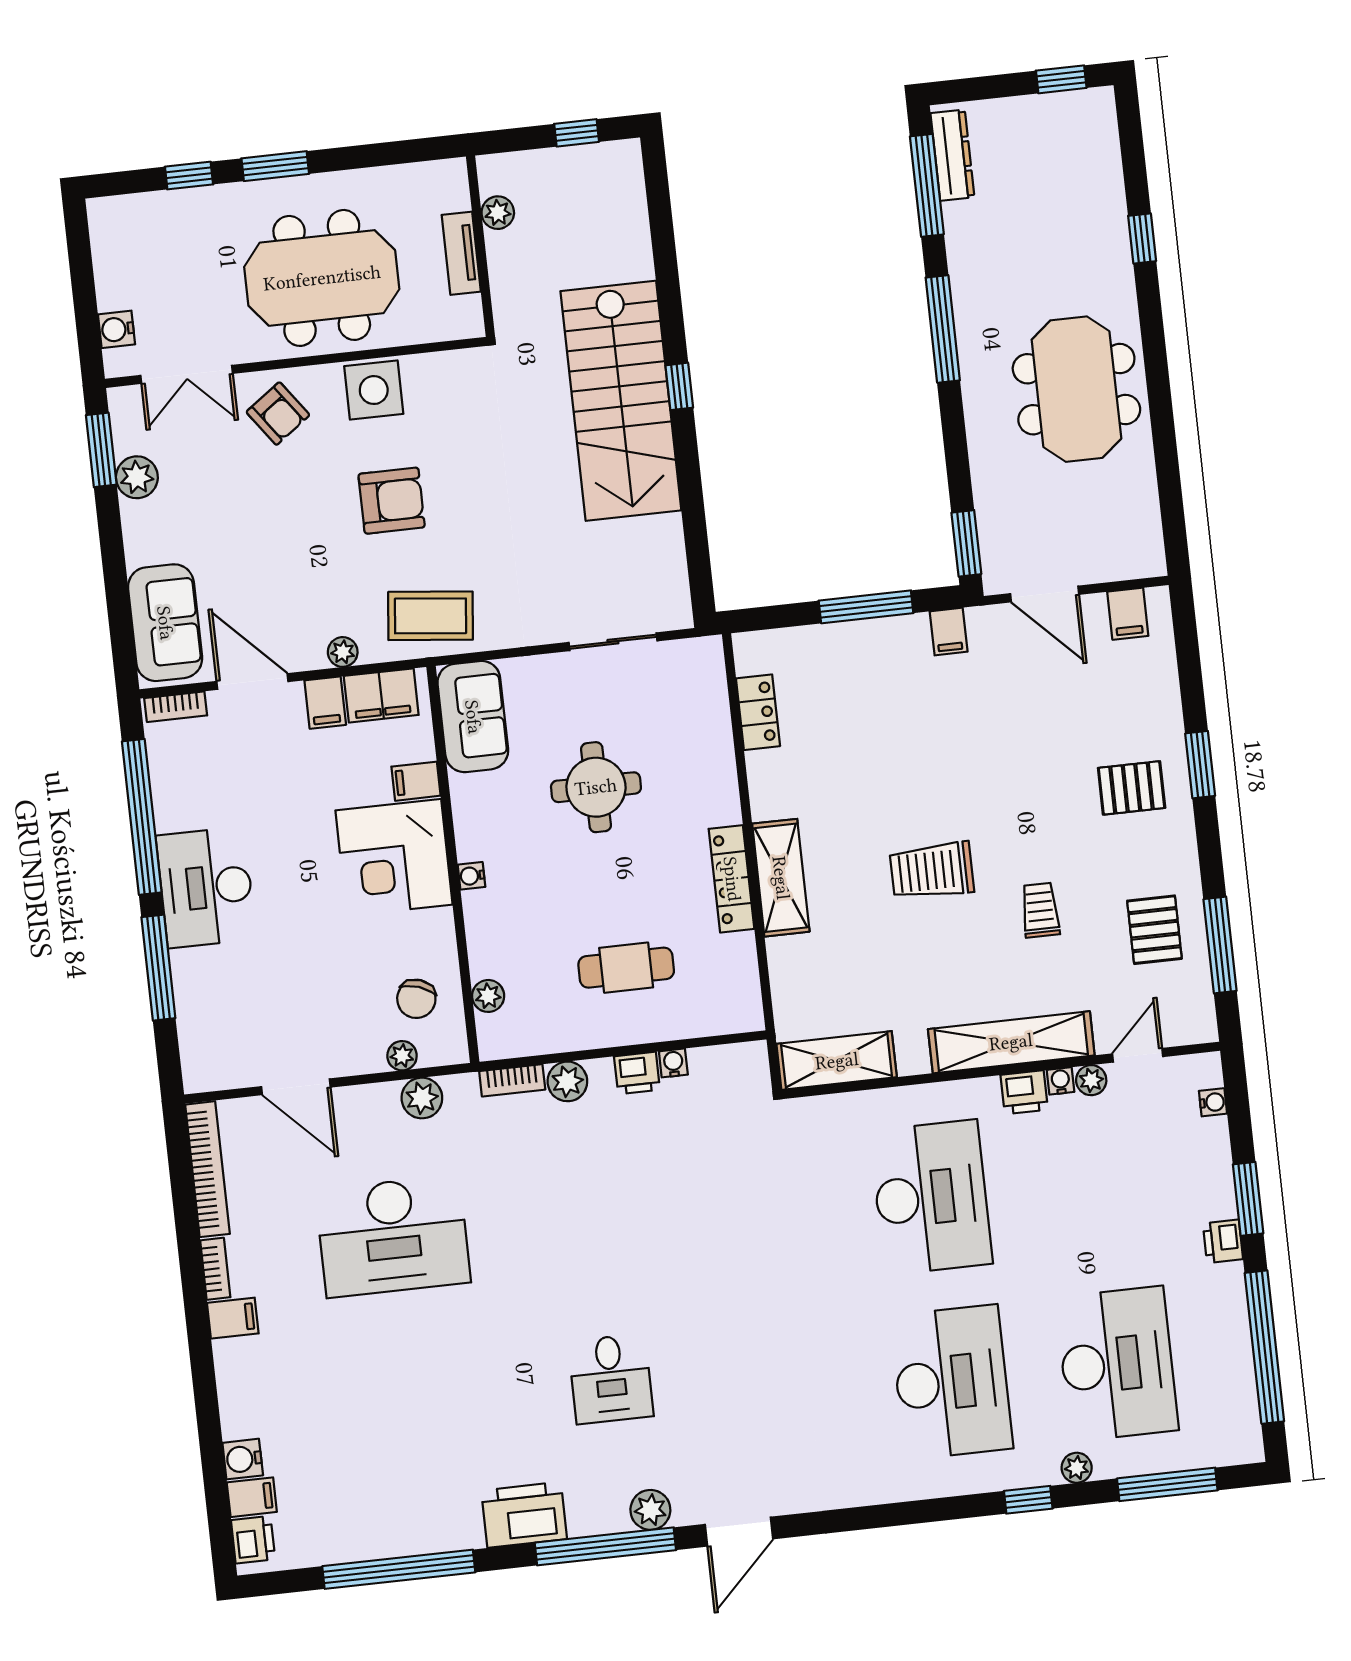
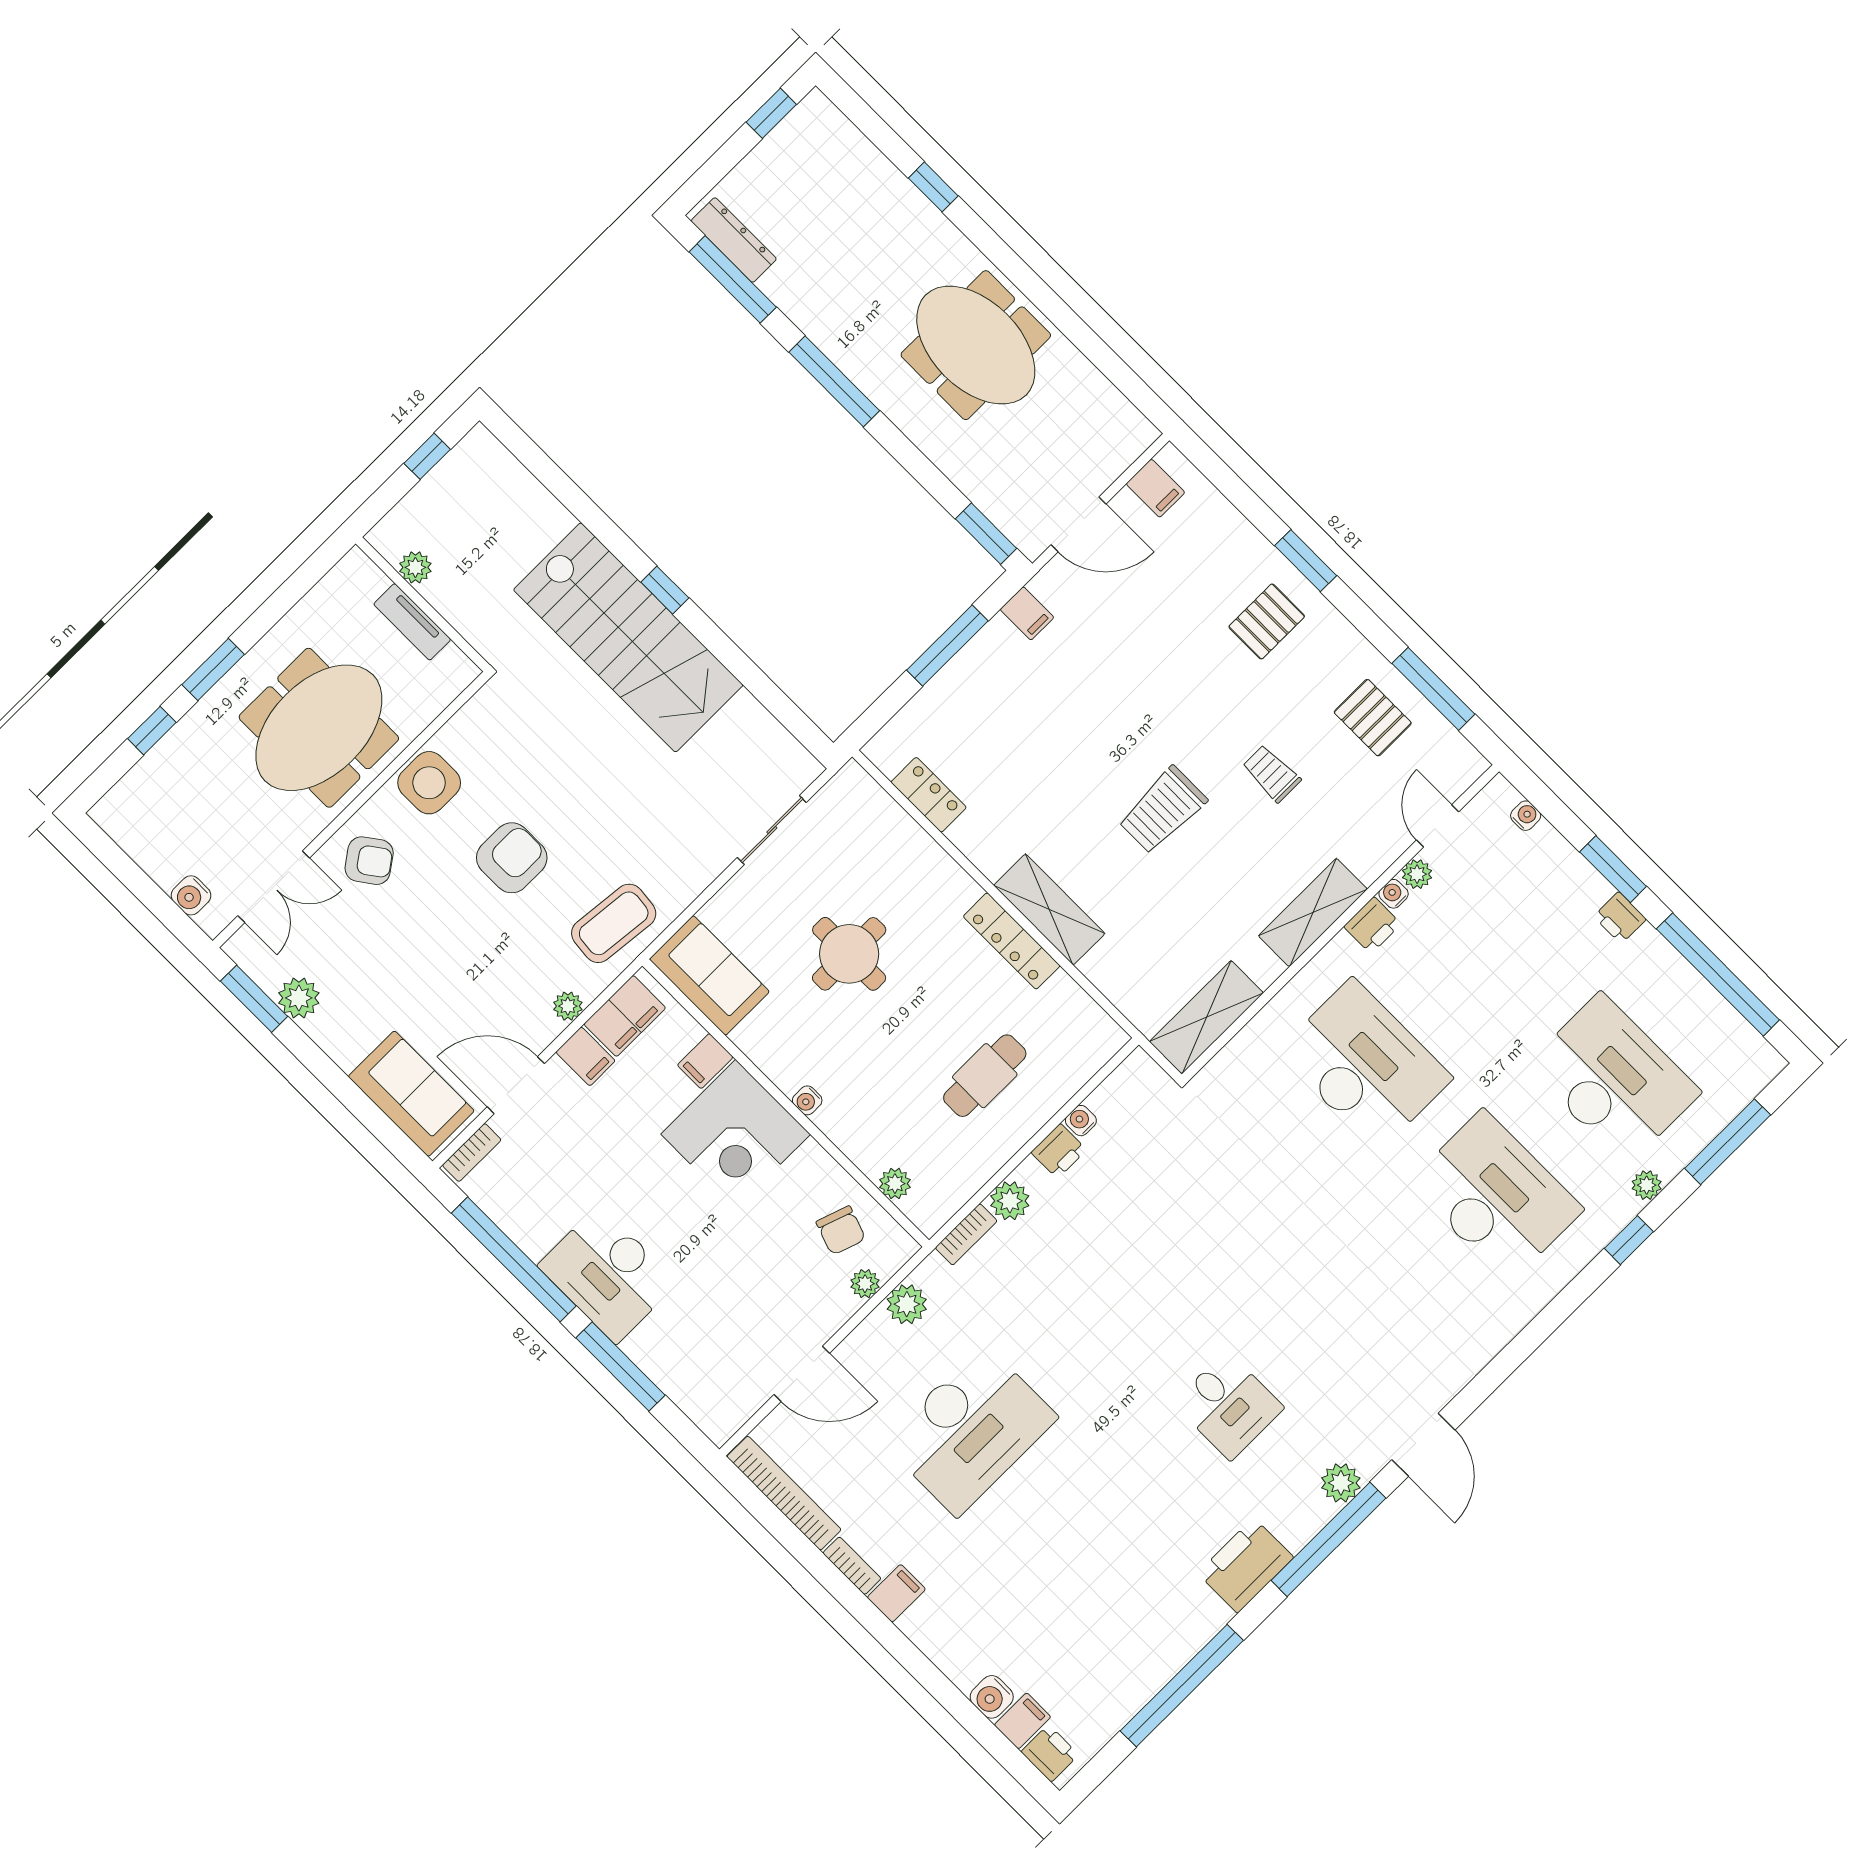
shelving: (1011, 1042) -> (1313, 913), width x0.68

